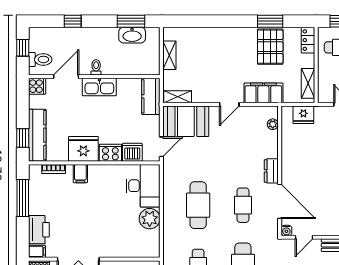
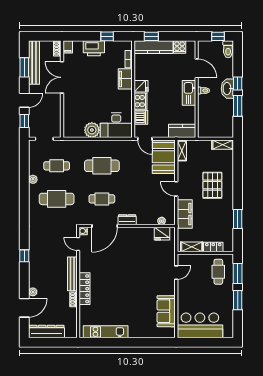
window: (73, 21) -> (238, 83), moved
window: (131, 21) -> (238, 106), moved
washbasin: (132, 35) -> (227, 89), moved
locker: (308, 40) -> (213, 247), moved
pallet: (270, 47) -> (212, 185), moved, turned 90
shelving: (169, 55) -> (223, 145), moved
toilet: (40, 59) -> (228, 49), moved
cooker: (37, 86) -> (180, 47), moved
fridge: (303, 115) -> (162, 234), moved, turned -90
fridge: (83, 149) -> (141, 86), width x0.53, depth x0.75
filing cabinet: (80, 174) -> (125, 79), width x2.00
window: (23, 198) -> (107, 36), width x0.46
printer: (39, 230) -> (94, 48), moved

